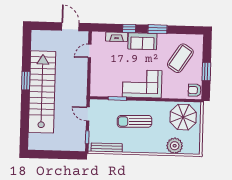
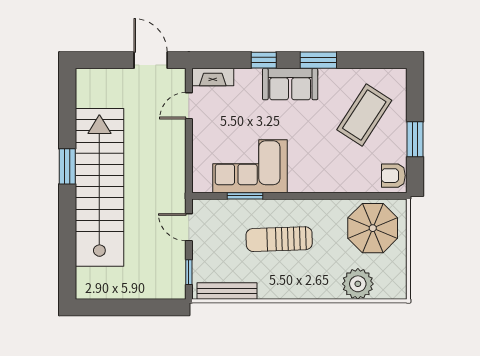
fireplace: (117, 37) -> (213, 77), moved
corner sofa: (142, 84) -> (250, 166), moved

